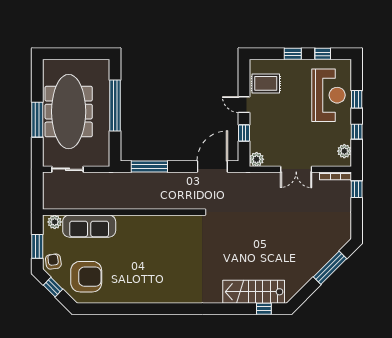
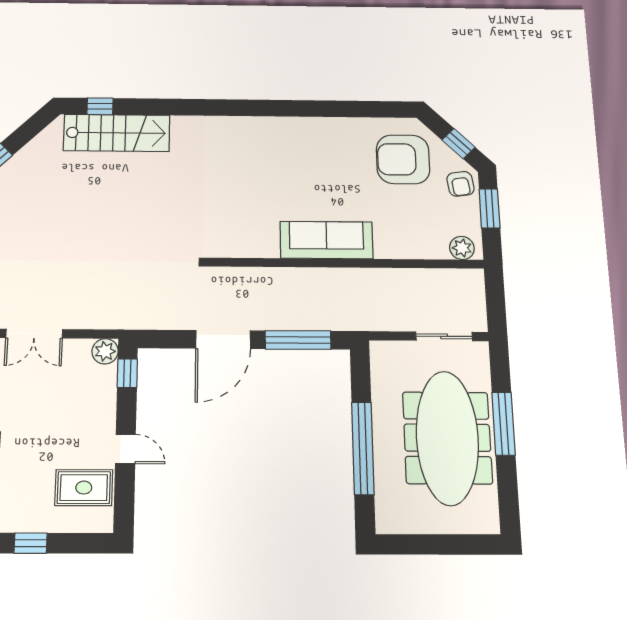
window: (244, 133) -> (127, 373), moved
door: (212, 167) -> (223, 339), moved
double door: (296, 169) -> (34, 334), swing flipped
sofa: (89, 226) -> (326, 240), moved

